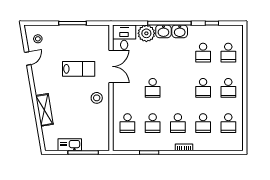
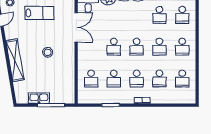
lab bench: (79, 69) -> (39, 13), moved
school desk: (178, 88) -> (137, 47), added
stool: (97, 98) -> (48, 52), moved
shelving: (44, 110) -> (15, 60), width x1.47

